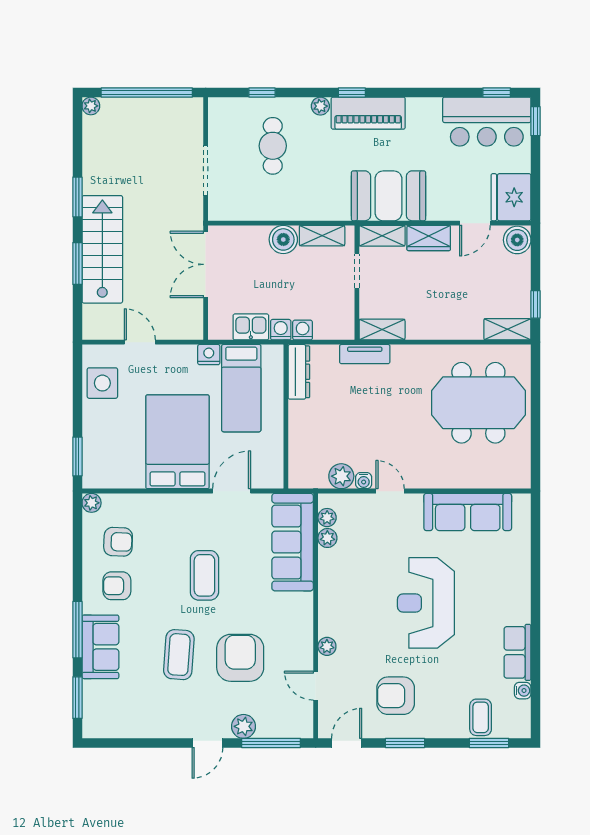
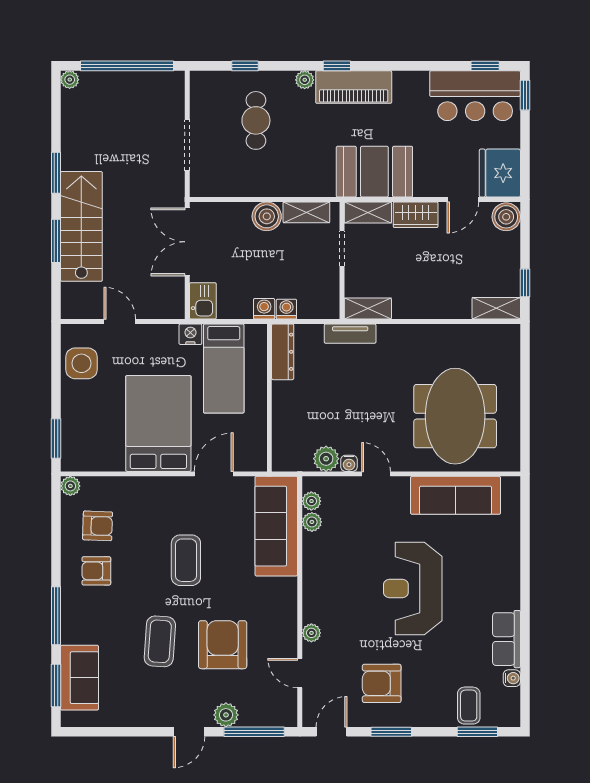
kitchen sink: (251, 327) -> (203, 301), moved, turned 90
meeting table: (478, 403) -> (455, 416), moved, turned 90
sofa: (100, 647) -> (79, 678), moved

